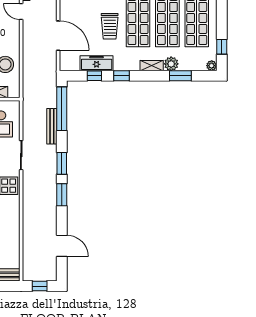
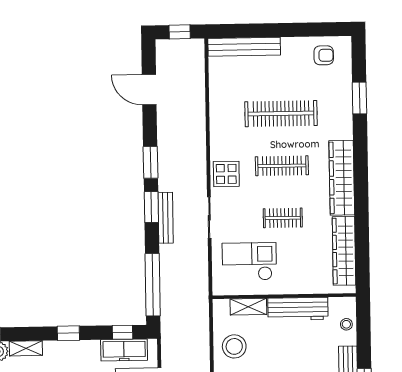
freezer: (97, 63) -> (124, 350), moved
window: (94, 76) -> (123, 332), moved
bench: (52, 126) -> (166, 218), moved

